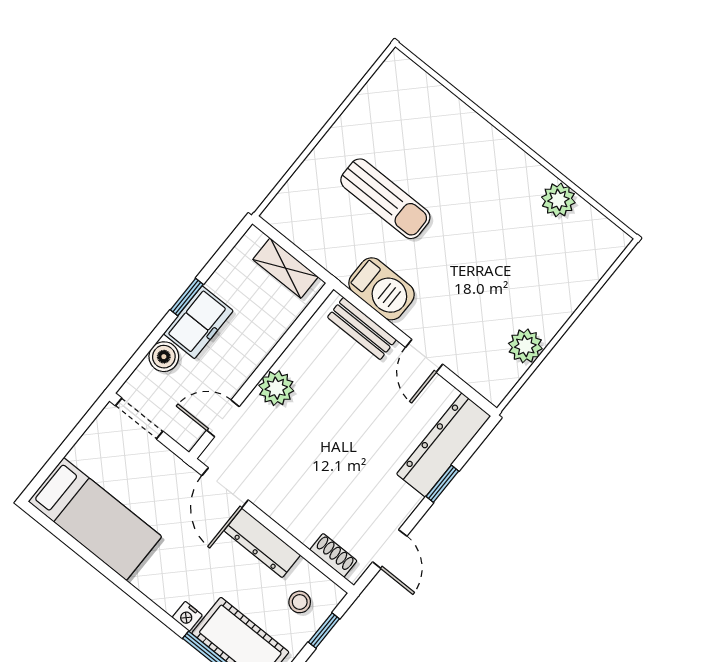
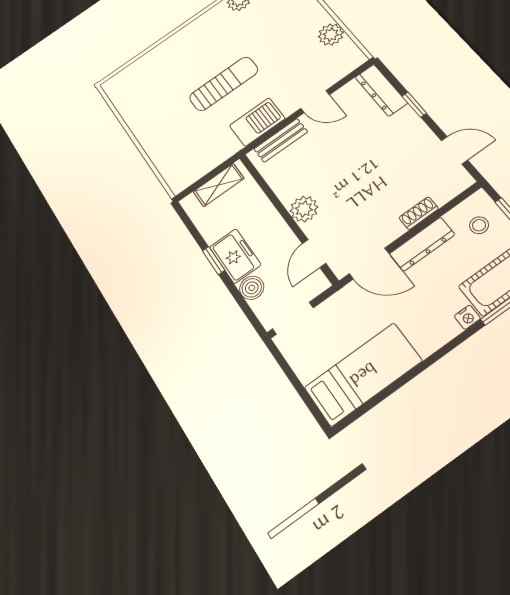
sun lounger: (385, 199) -> (224, 84), moved
dresser: (444, 445) -> (381, 90), width x0.73, depth x0.80
shoe rack: (333, 555) -> (419, 213), moved

